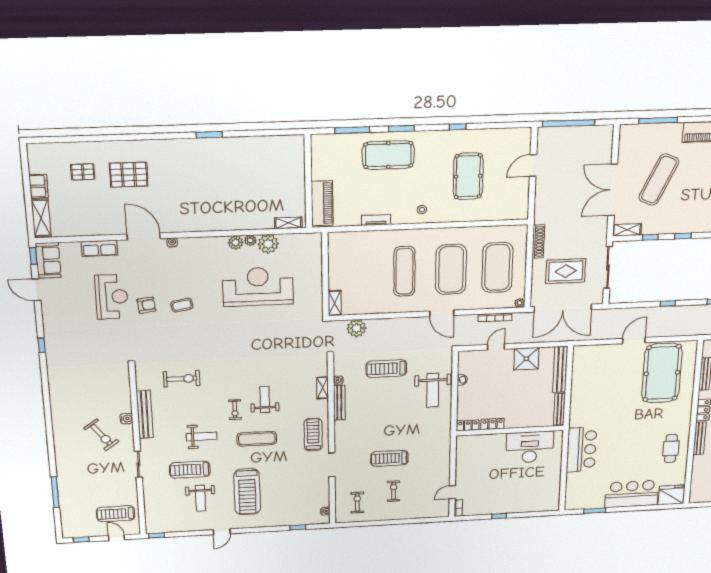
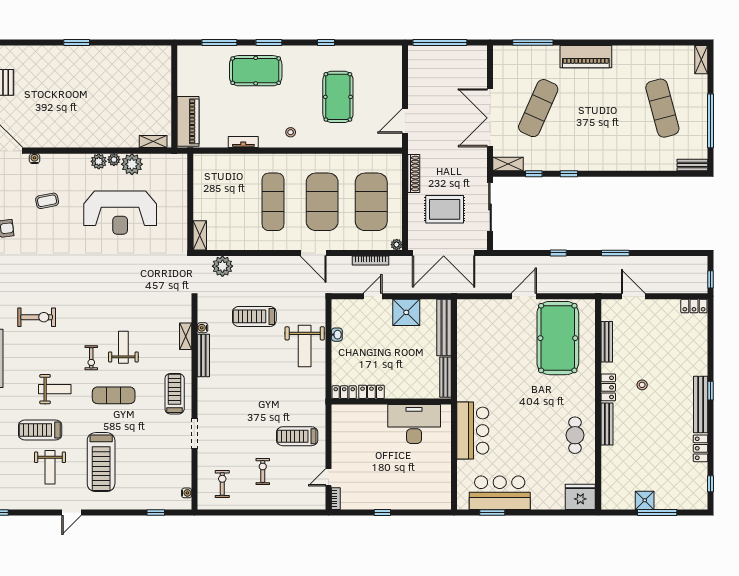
door: (533, 166) -> (405, 121), moved
reception desk: (258, 287) -> (120, 213), turned 180
coffee table: (182, 305) -> (47, 201), moved
treadmill: (389, 458) -> (297, 436), moved
bar counter: (632, 494) -> (500, 493), moved

